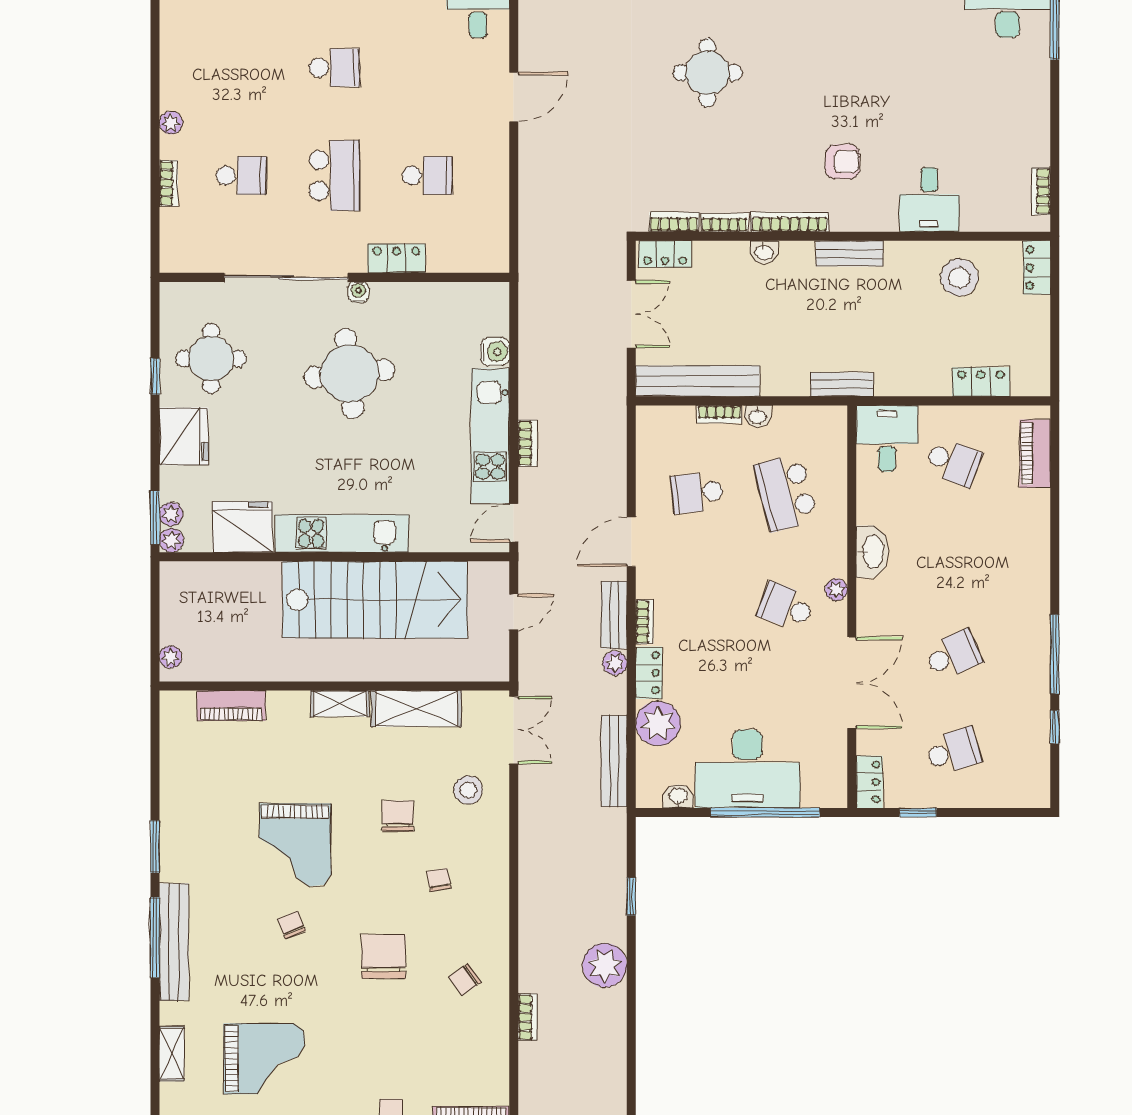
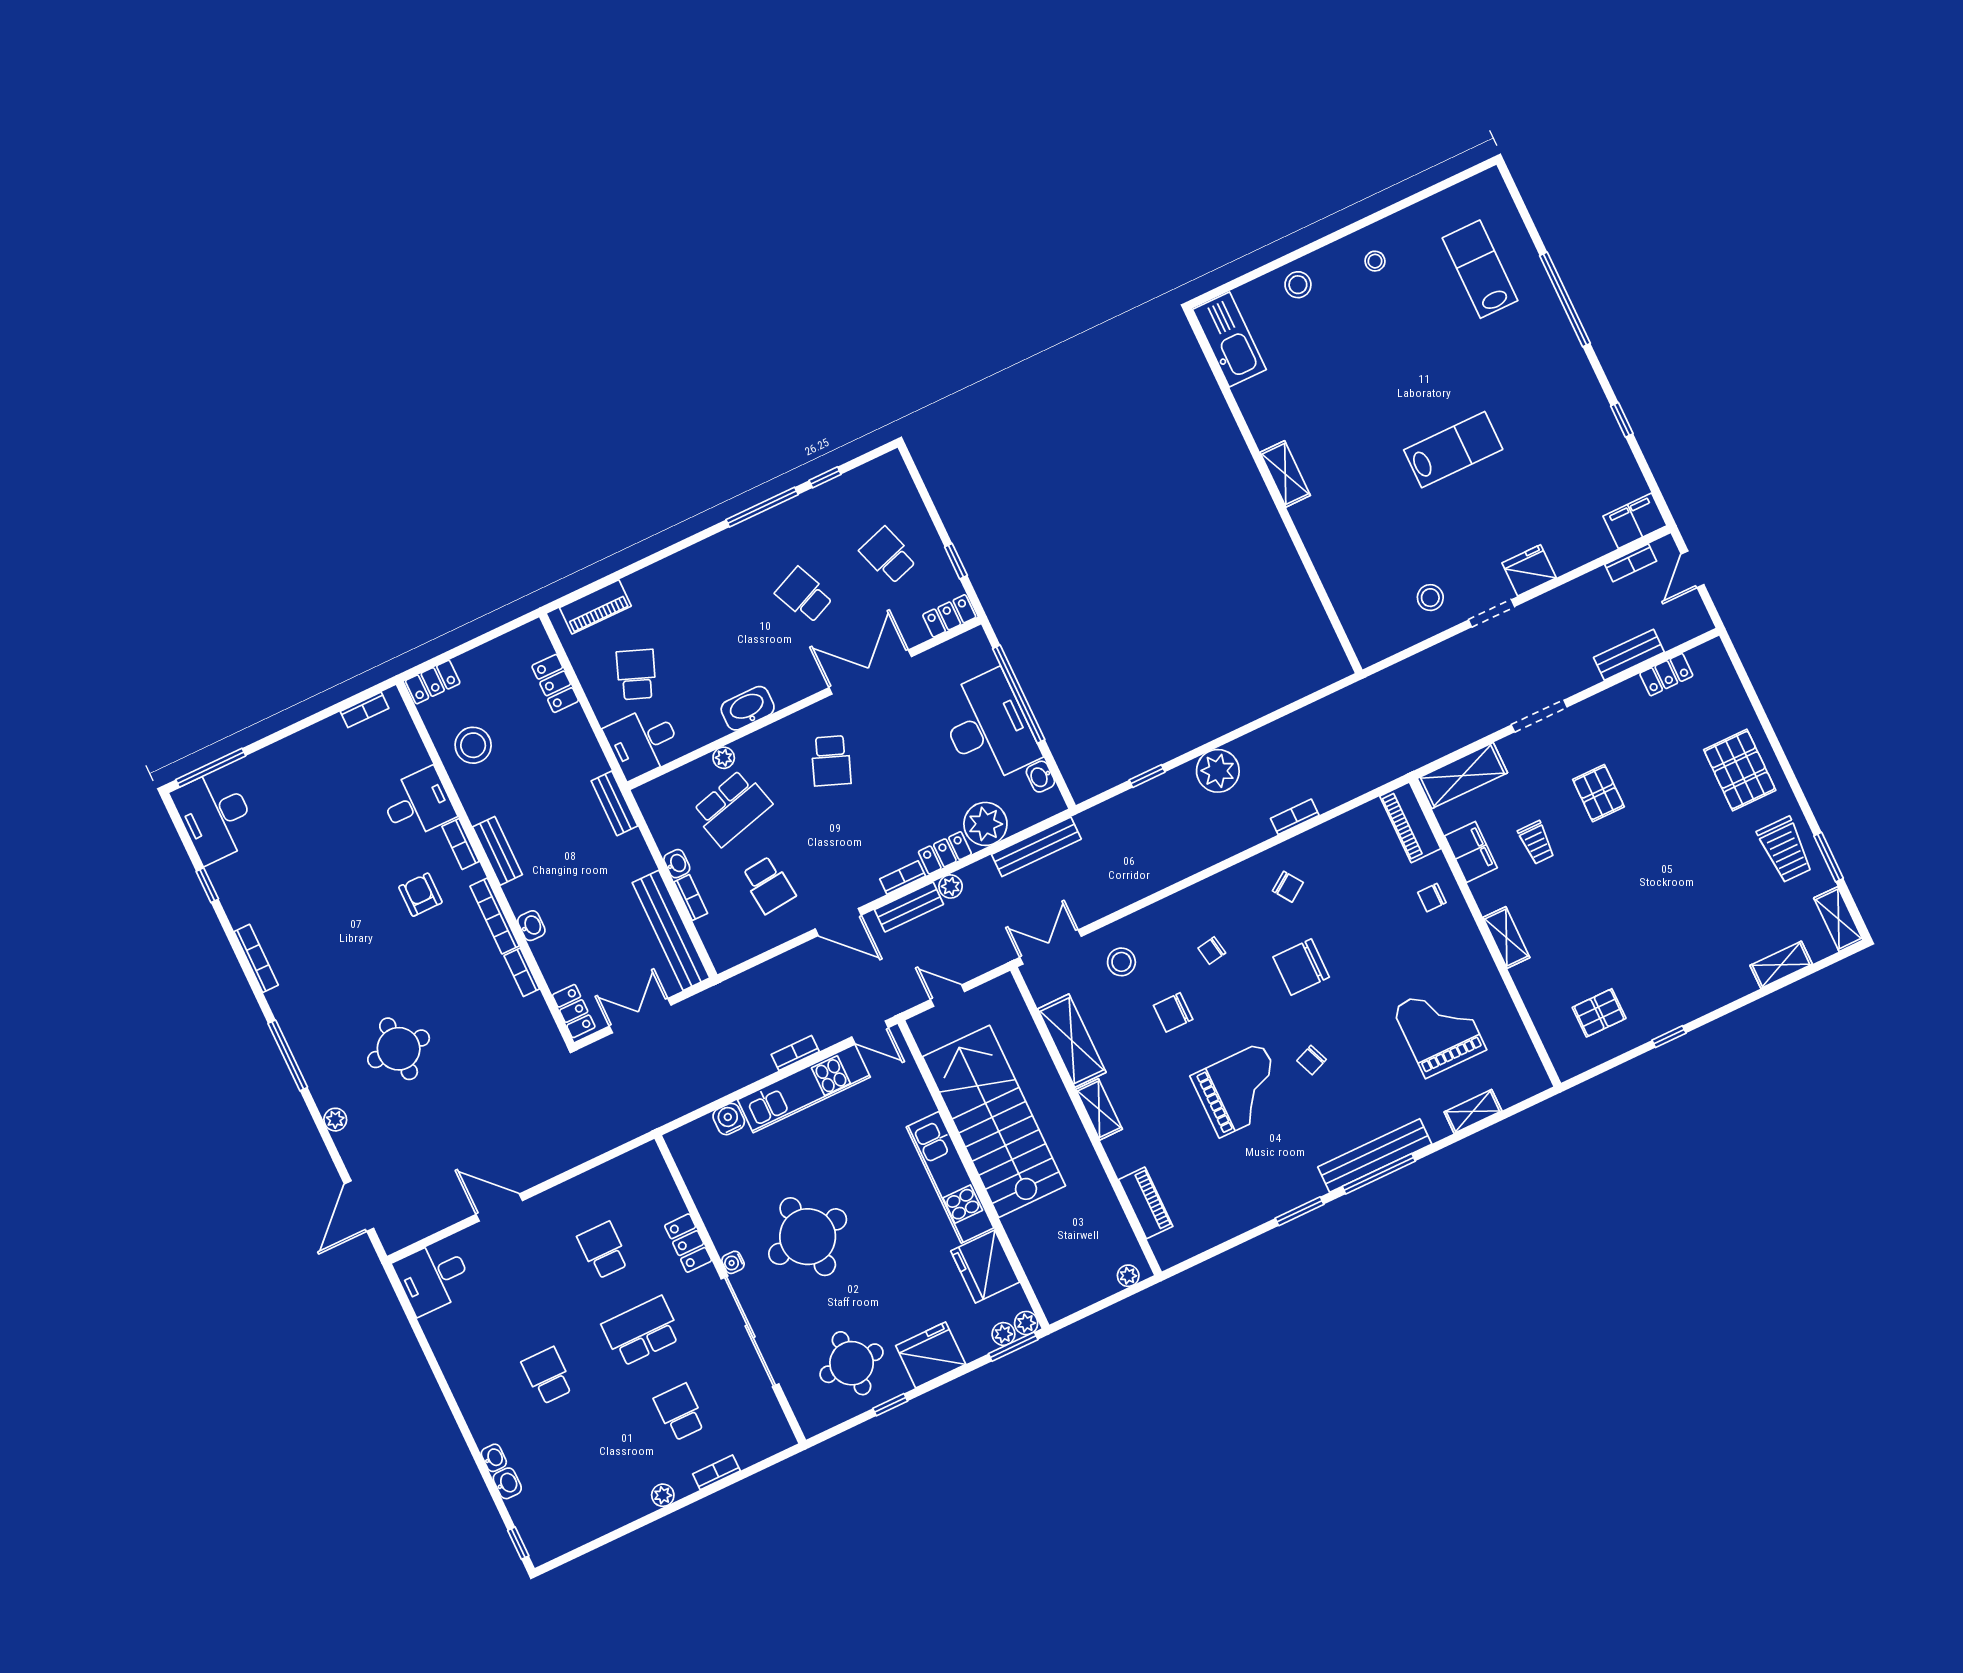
bookcase: (674, 222) -> (461, 844), moved
plant: (836, 590) -> (724, 758), moved

